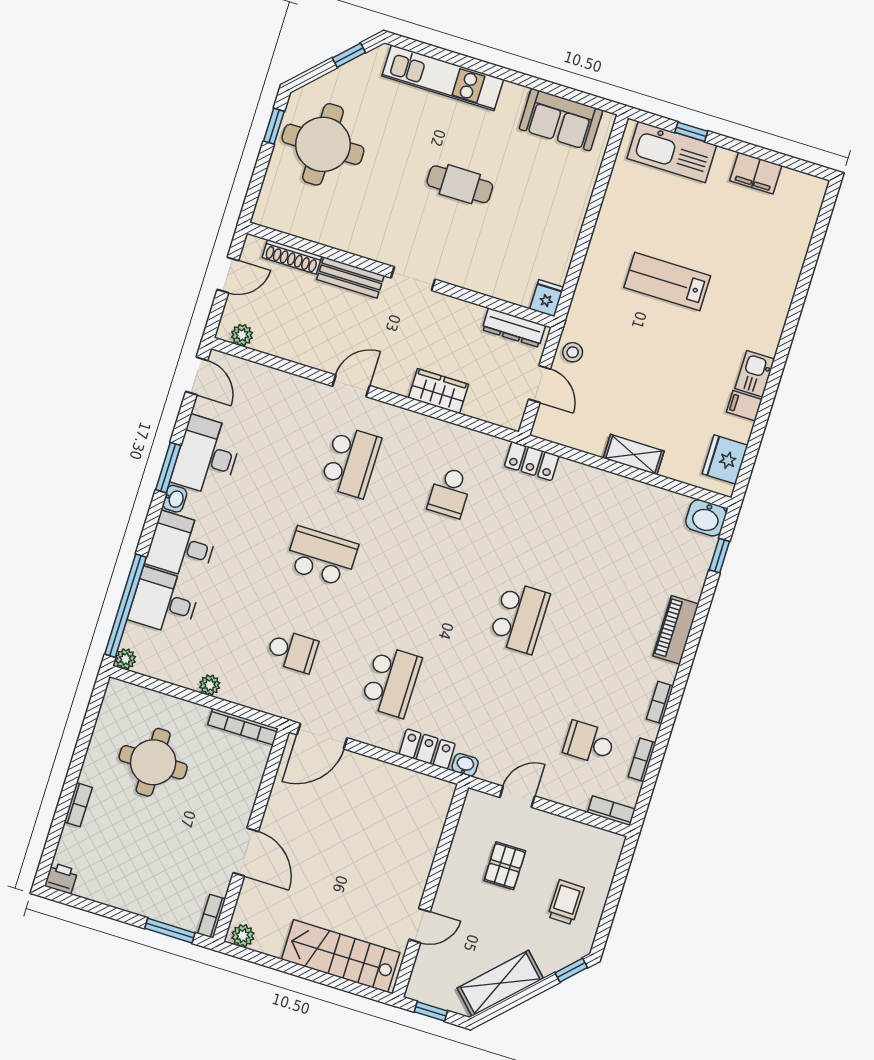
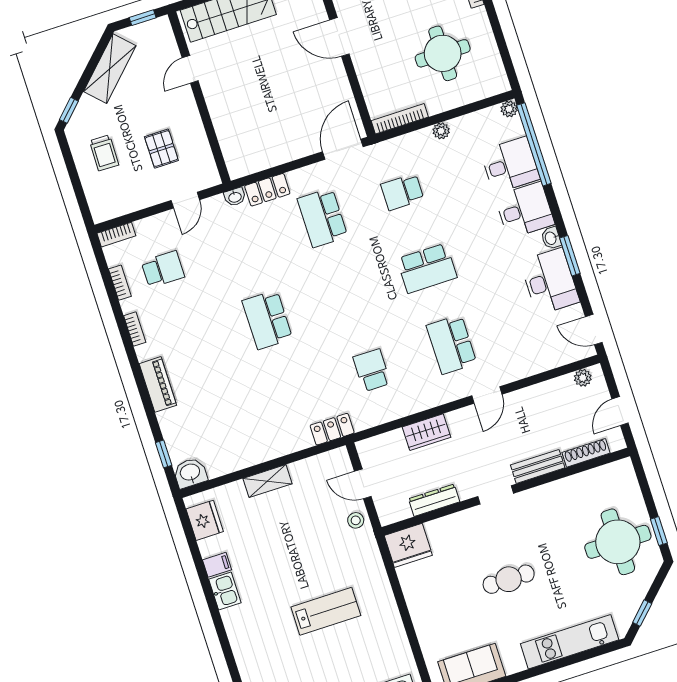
fridge: (547, 298) -> (408, 545), width x1.88, depth x1.34
dresser: (514, 328) -> (434, 500), moved

